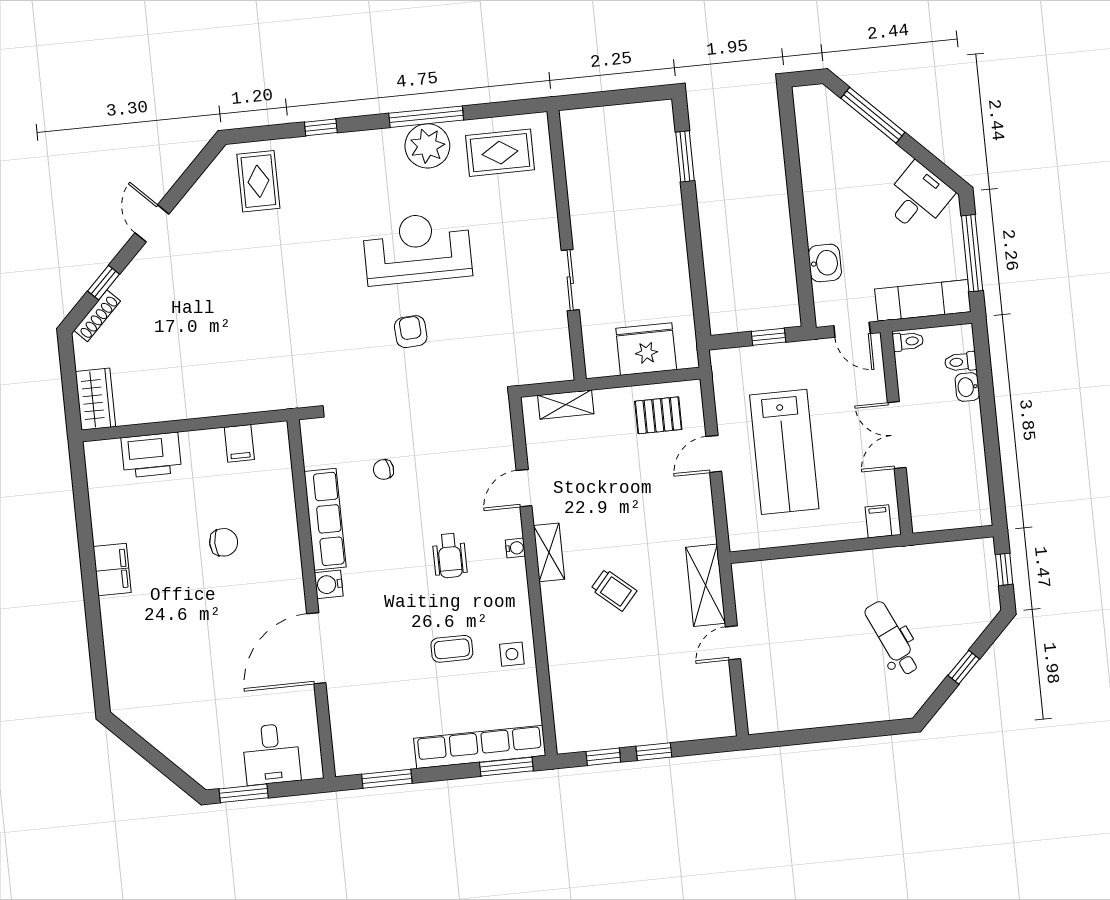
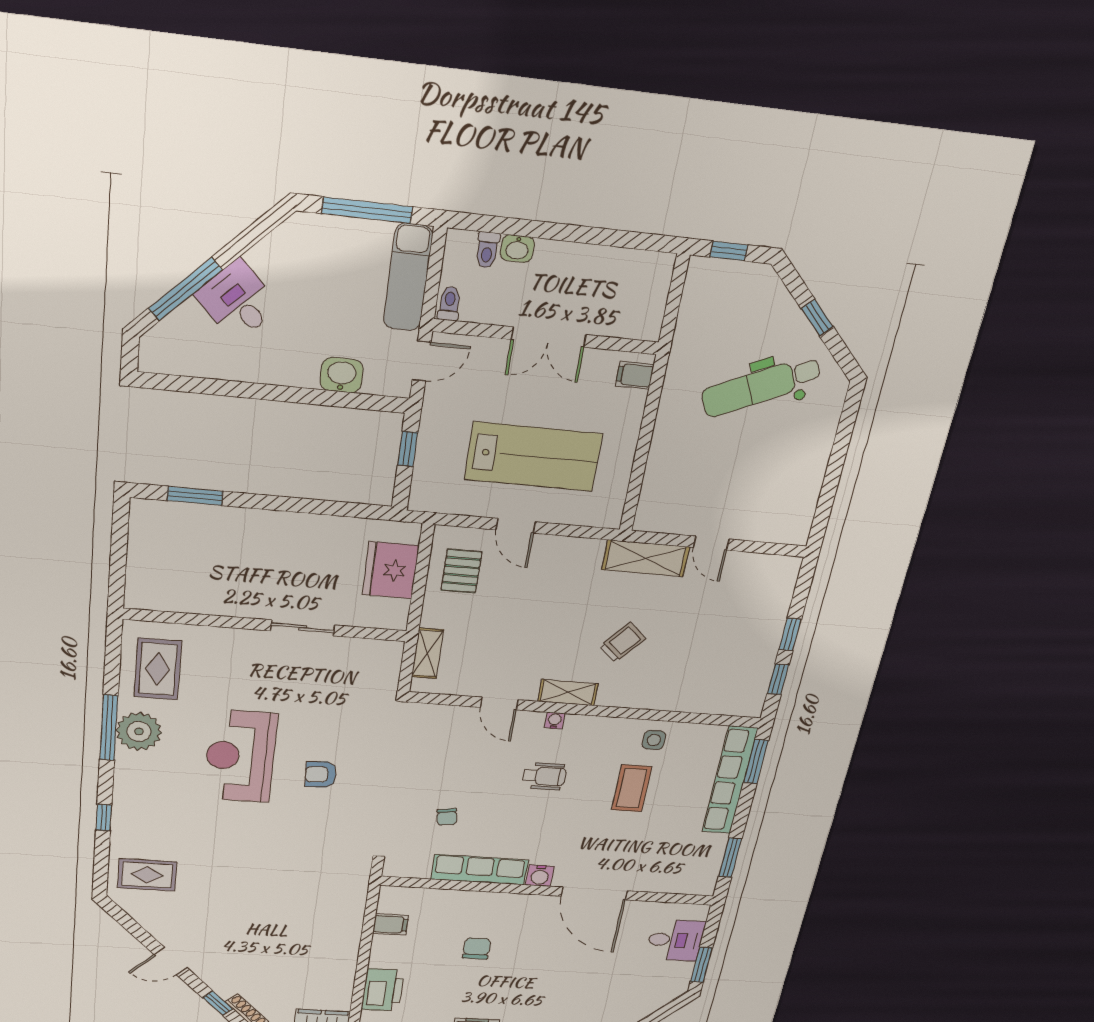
desk: (918, 198) -> (238, 301), moved
dental chair: (892, 638) -> (761, 386), width x1.36, depth x1.38
coffee table: (452, 649) -> (632, 788), width x1.36, depth x1.30

